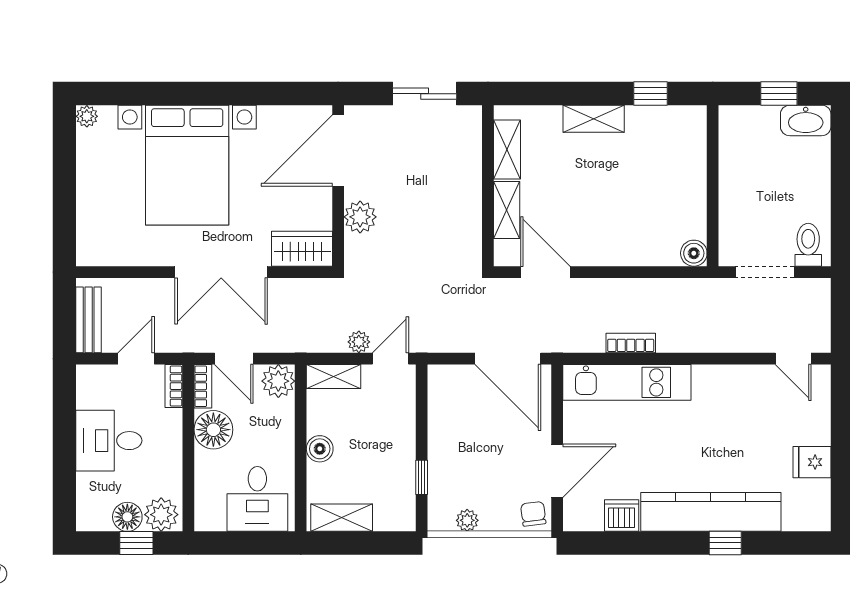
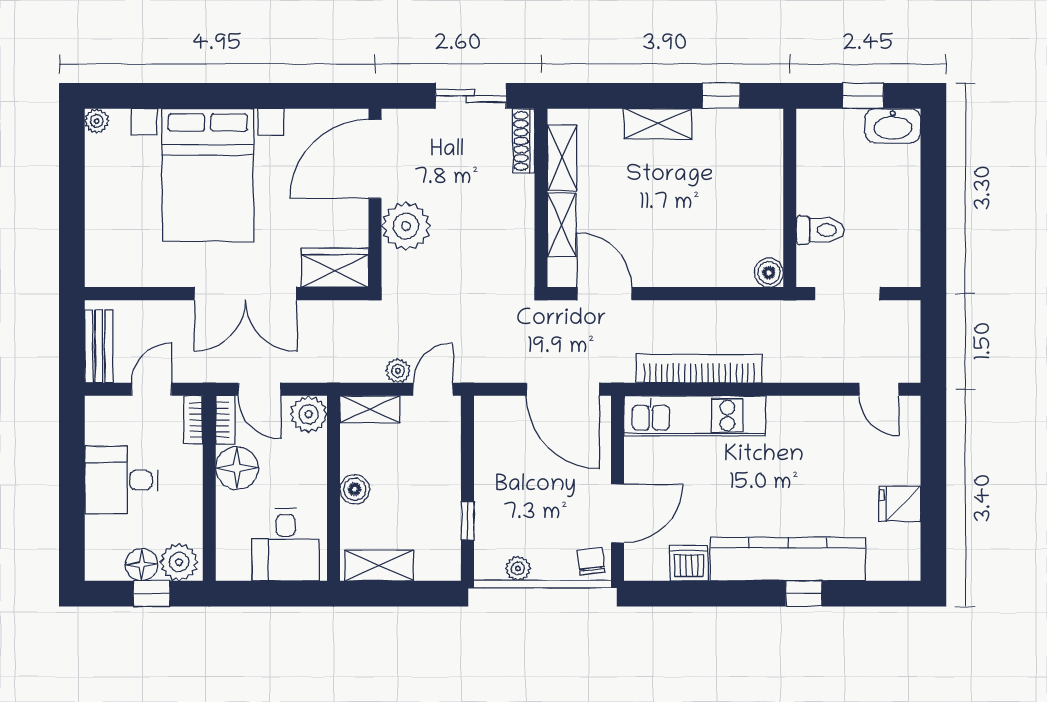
shoe rack: (472, 134) -> (524, 141), added
plant: (360, 217) -> (406, 226), width x1.36, depth x1.36
toilet: (808, 245) -> (820, 230), moved, turned 90
bookcase: (631, 343) -> (699, 369), width x2.31, depth x1.31

